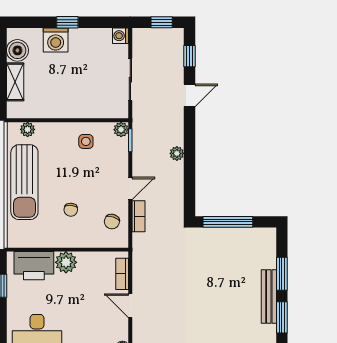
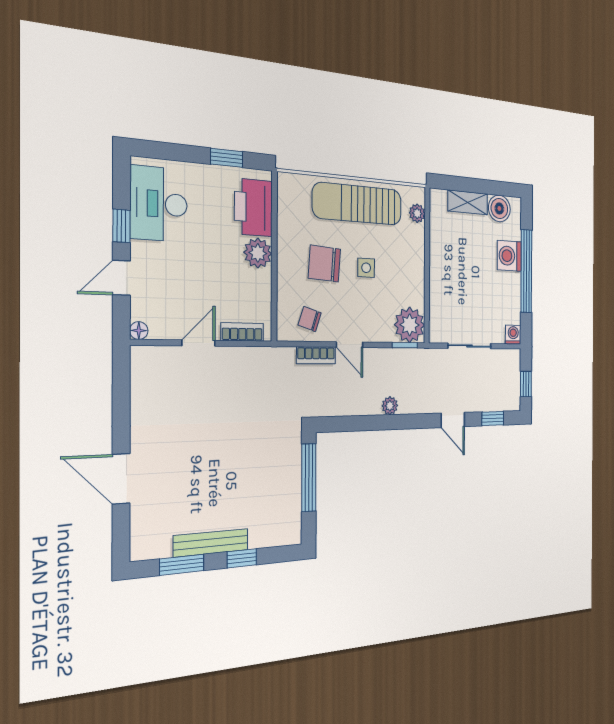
window: (67, 22) -> (526, 271), width x3.17
plant: (121, 130) -> (410, 325), width x1.88, depth x1.88
side table: (86, 141) -> (366, 268), moved
chair: (71, 210) -> (324, 264), width x1.87, depth x1.87
window: (282, 274) -> (242, 558), width x0.67

